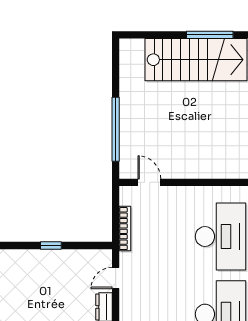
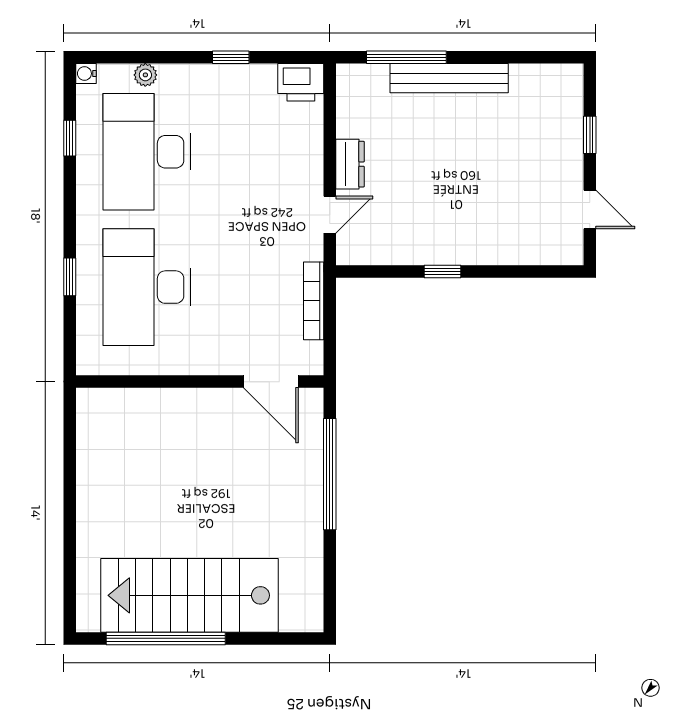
window: (210, 35) -> (166, 638), width x1.46
door: (149, 182) -> (271, 382), width x1.38

